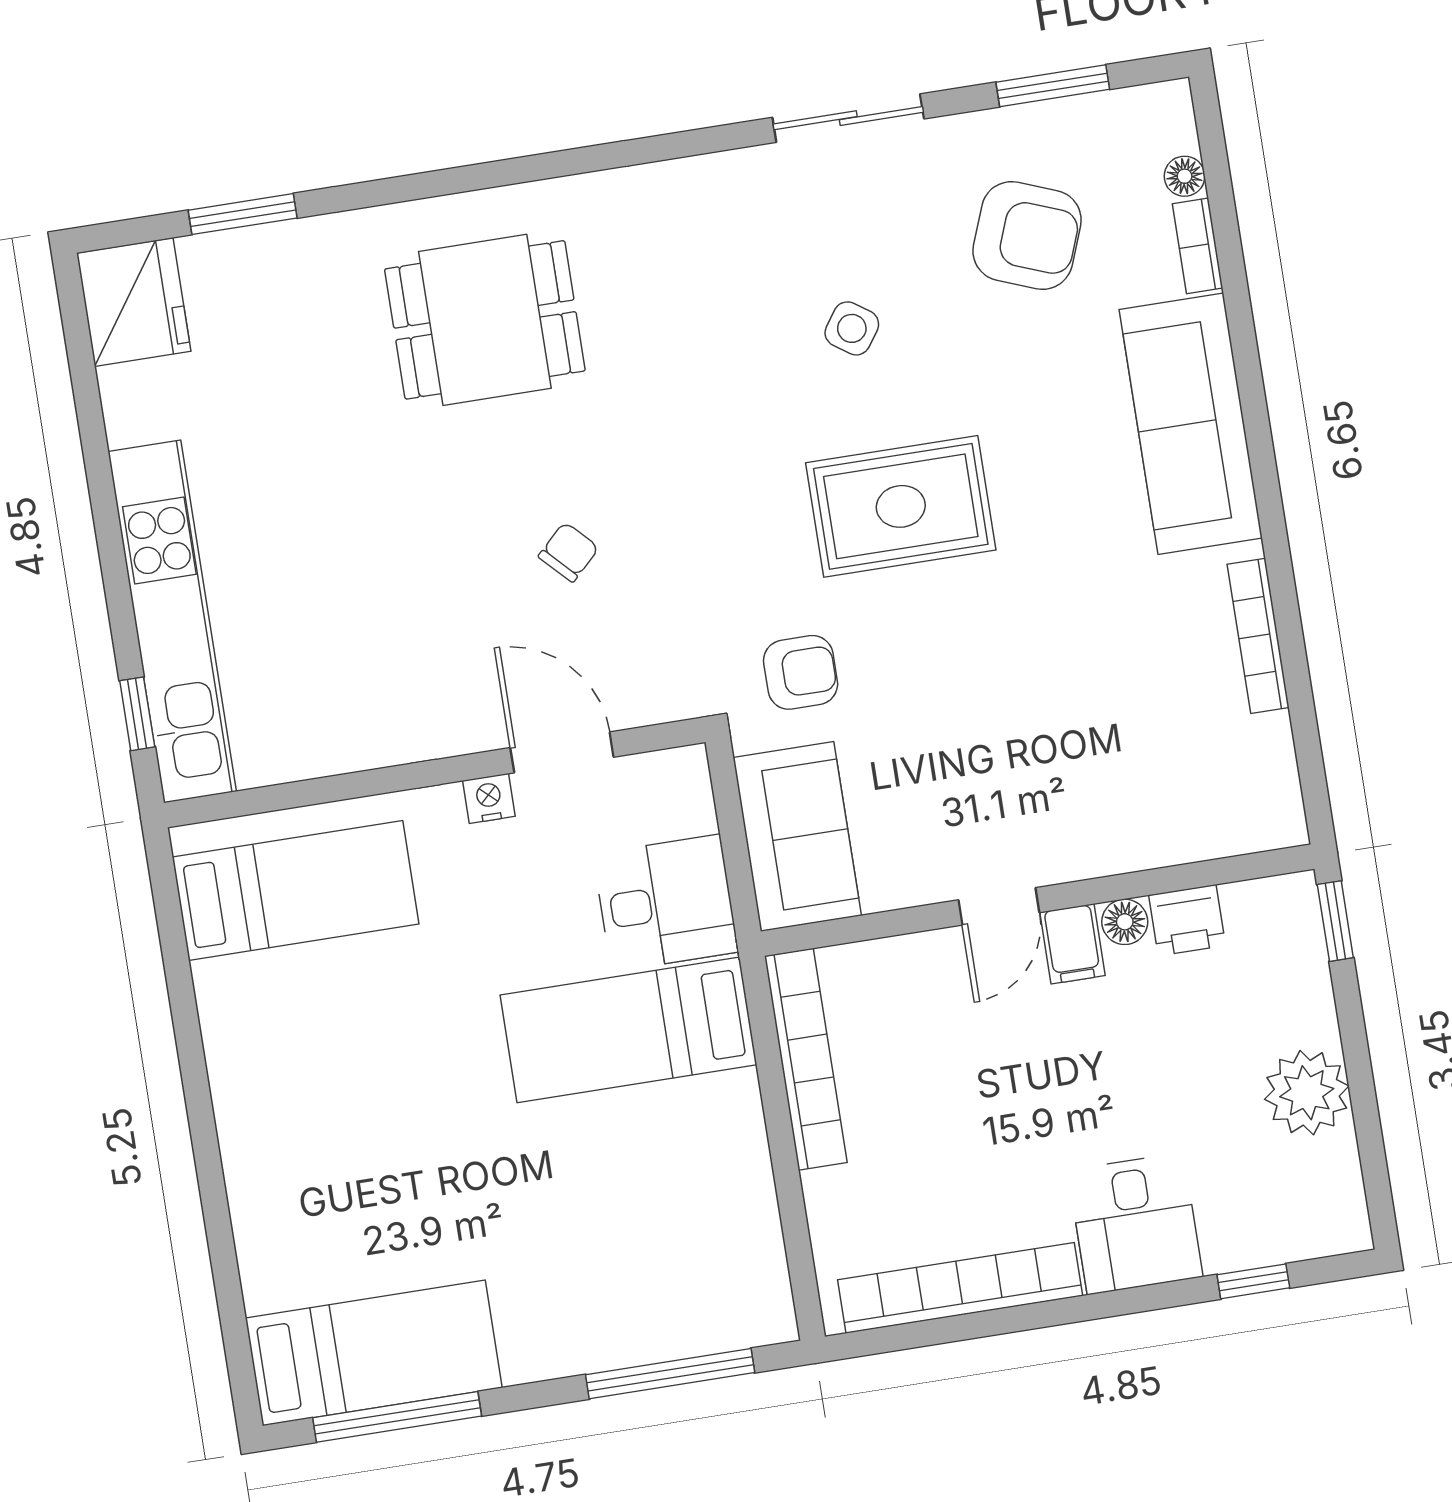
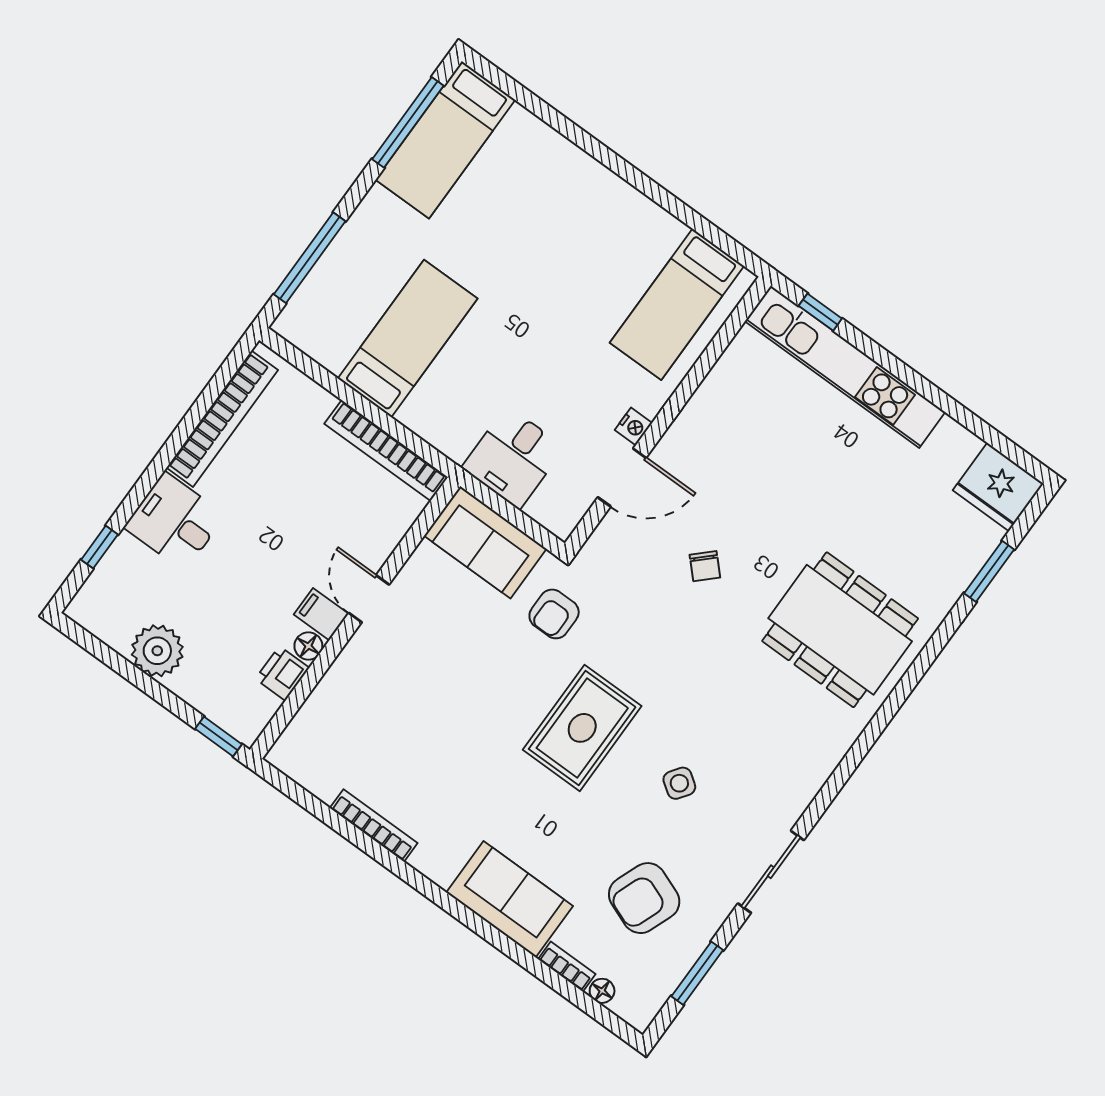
dining table: (485, 320) -> (840, 630), width x1.38
sofa: (1191, 424) -> (510, 899), width x0.73
bed: (628, 1030) -> (408, 338), moved

